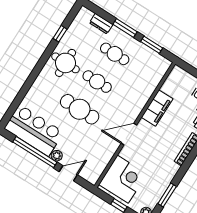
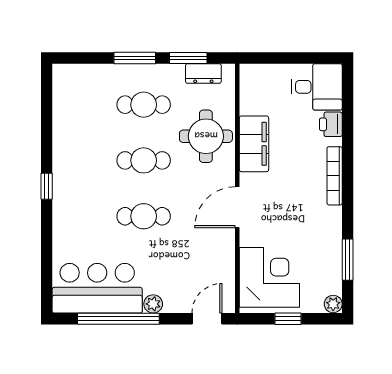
dresser: (101, 24) -> (203, 73), moved
window: (60, 34) -> (47, 186), moved
round table: (65, 63) -> (206, 136), moved
cafe table: (80, 109) -> (144, 216), width x0.73, depth x0.74
door: (68, 173) -> (207, 319), moved

